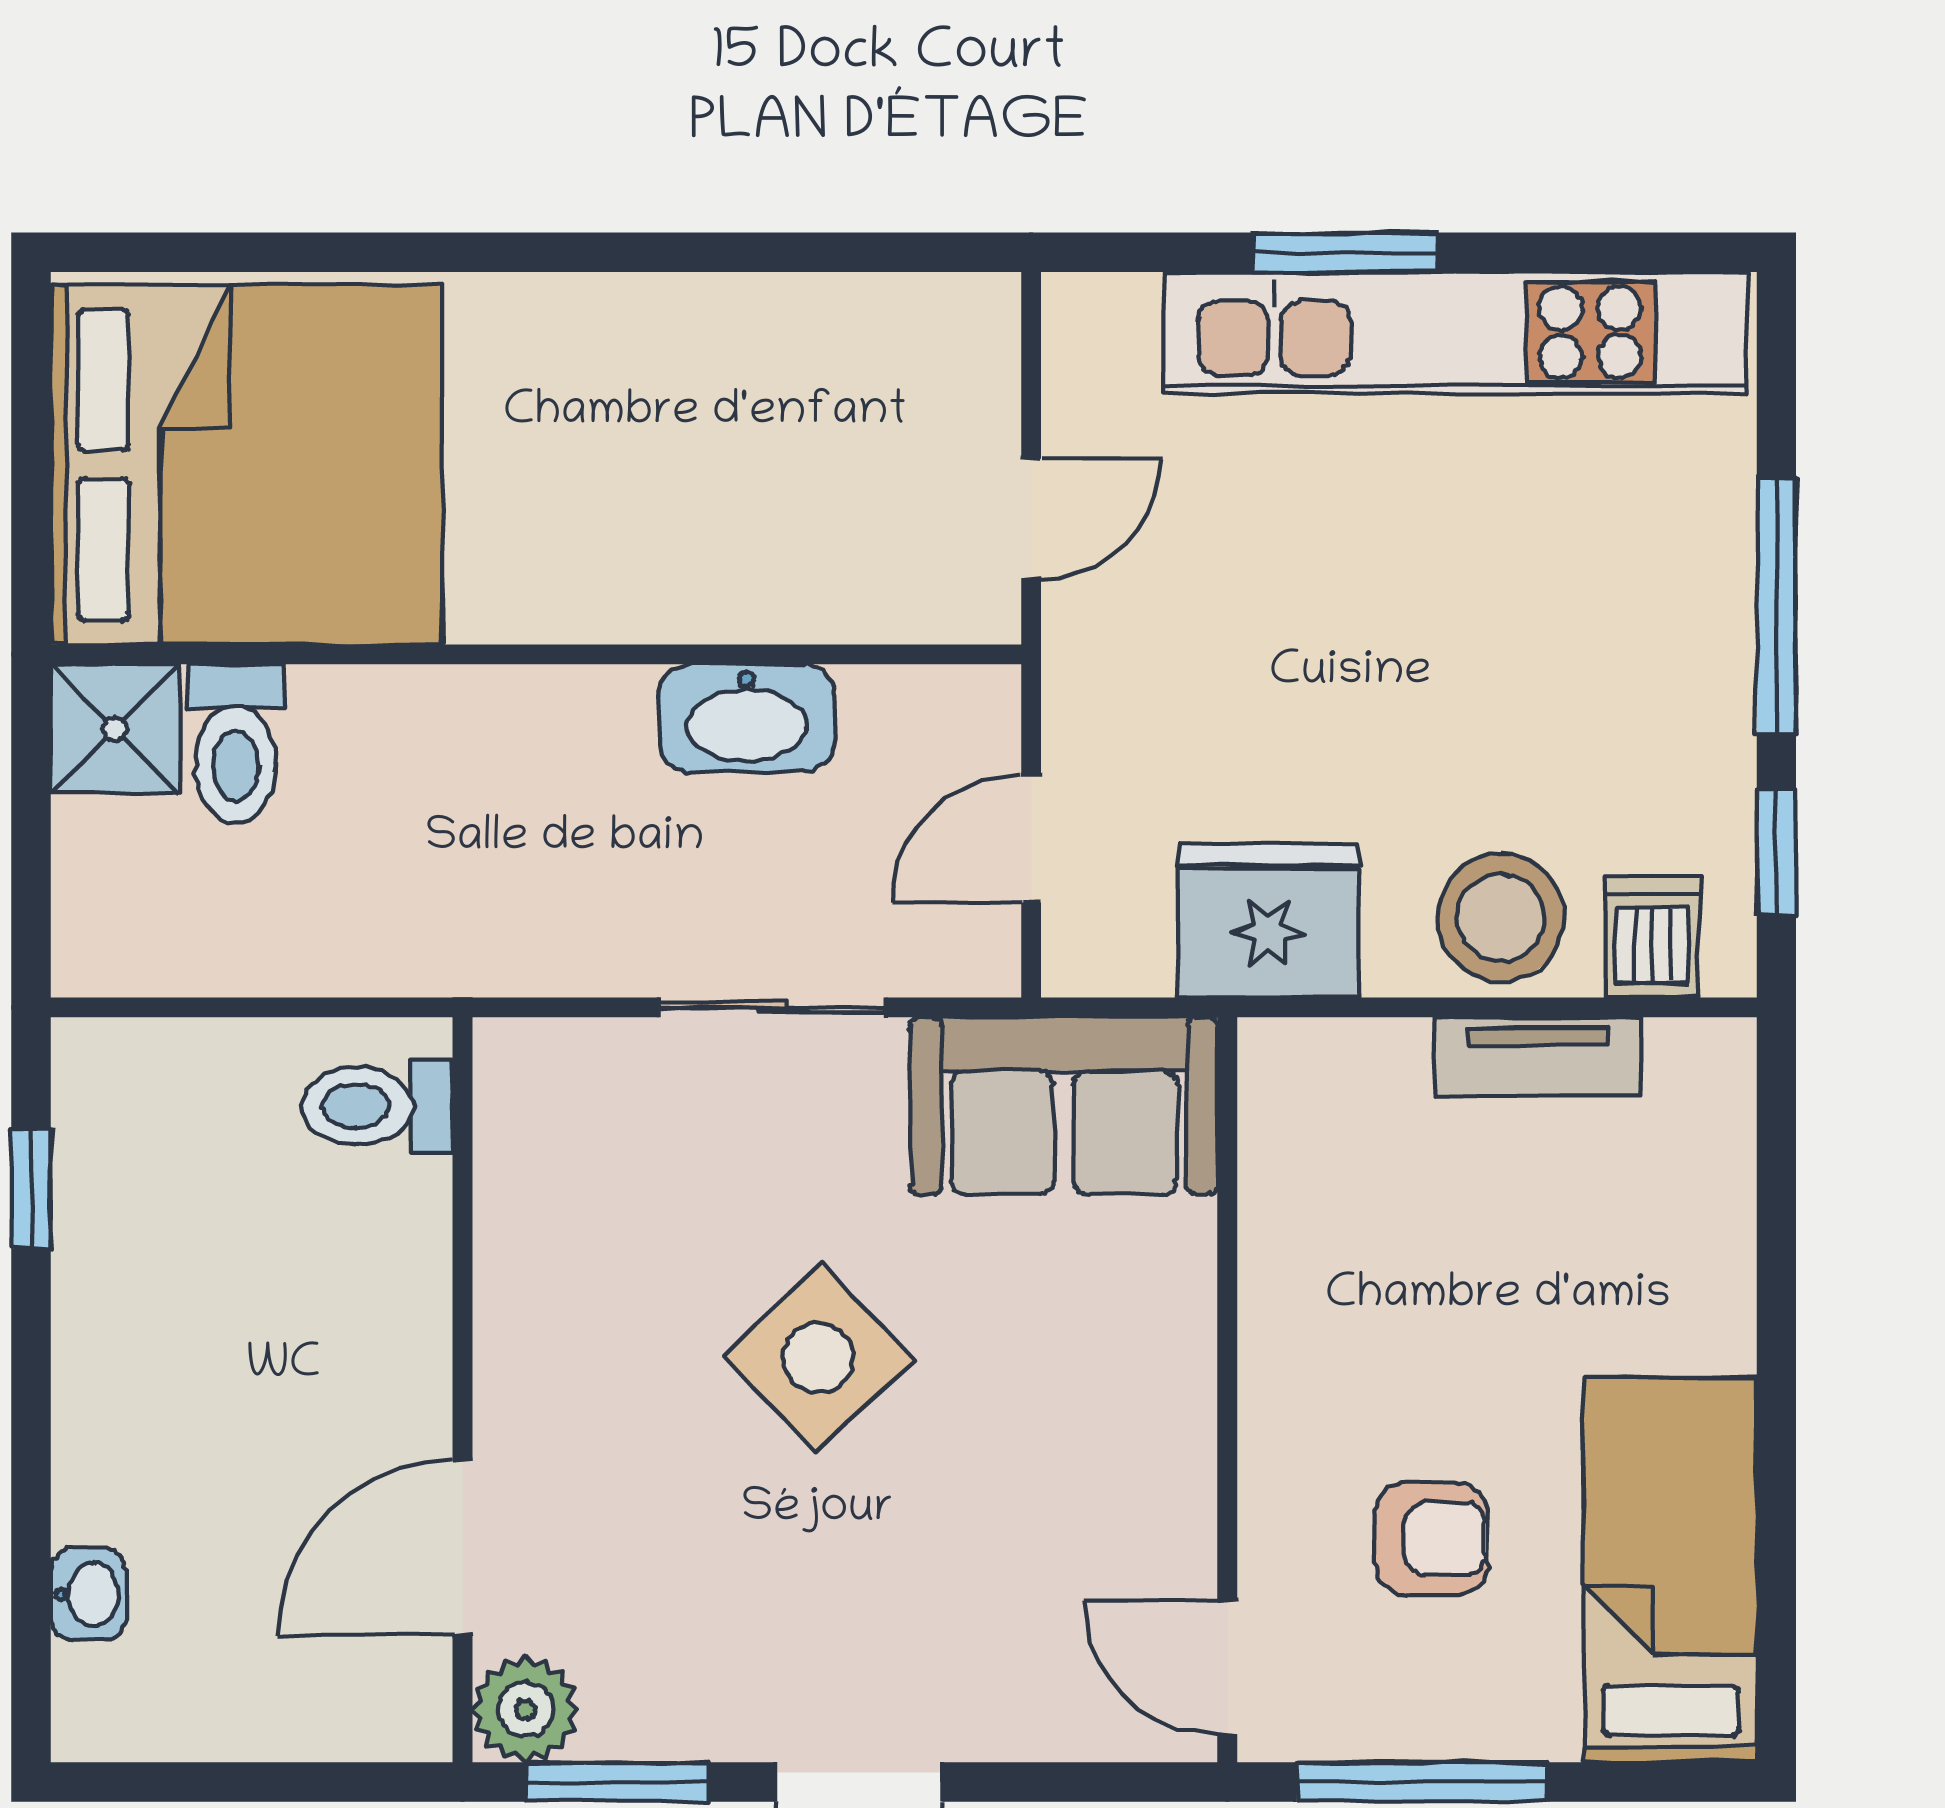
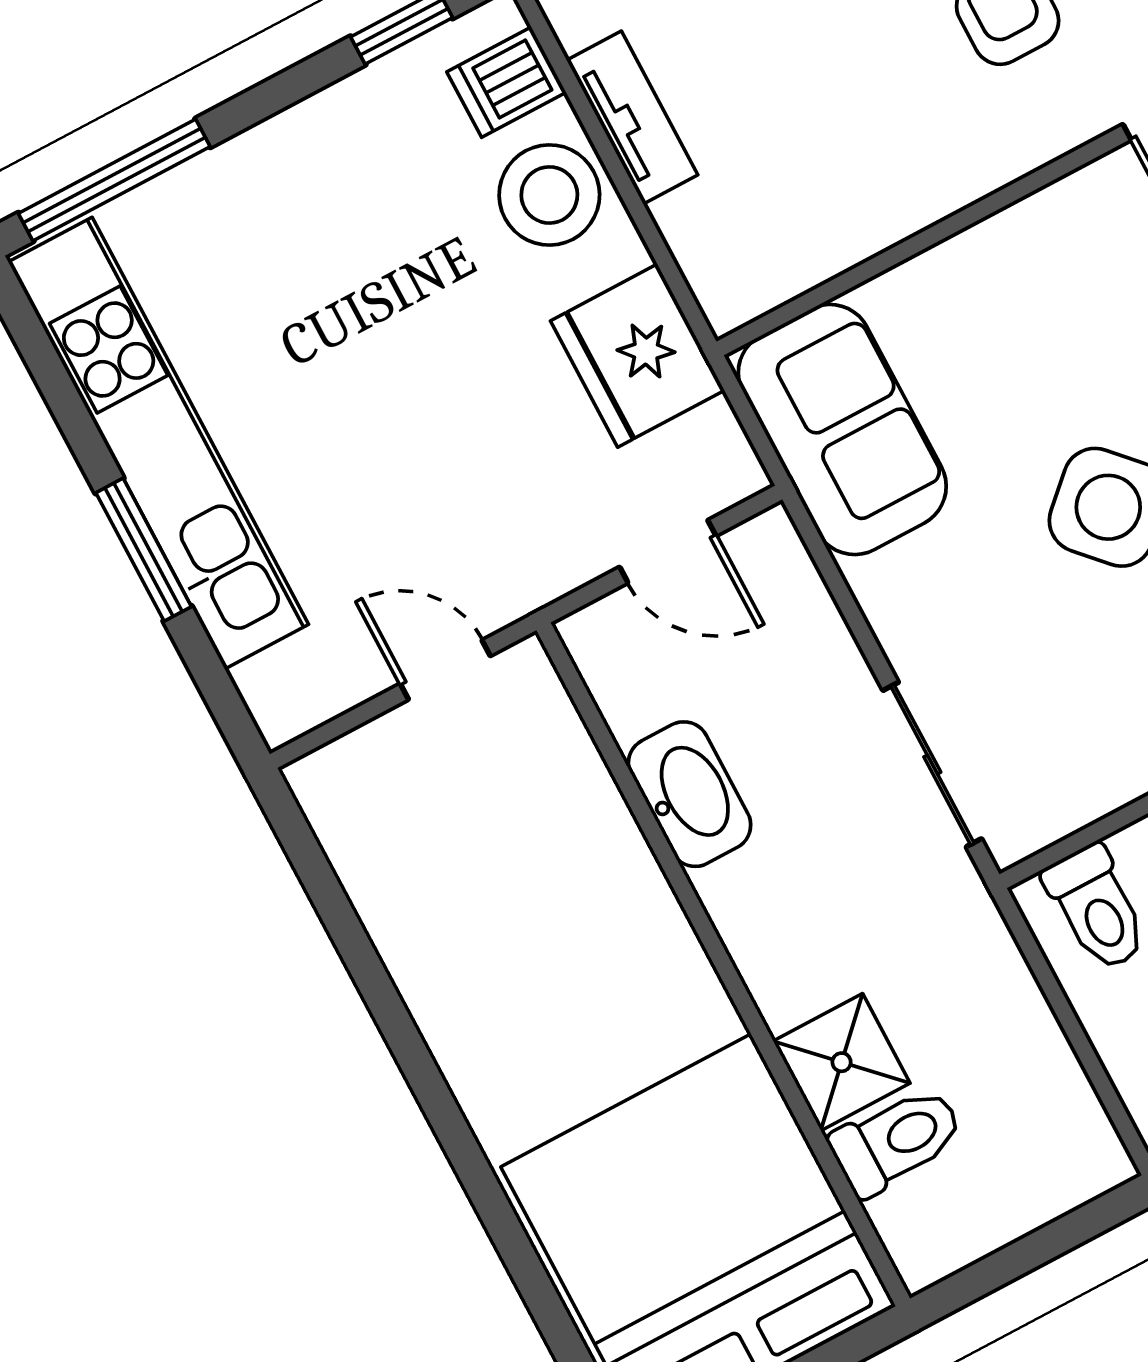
window: (1776, 605) -> (114, 180), moved
shower: (115, 729) -> (842, 1062), moved
sliding door: (772, 1007) -> (932, 765), moved

